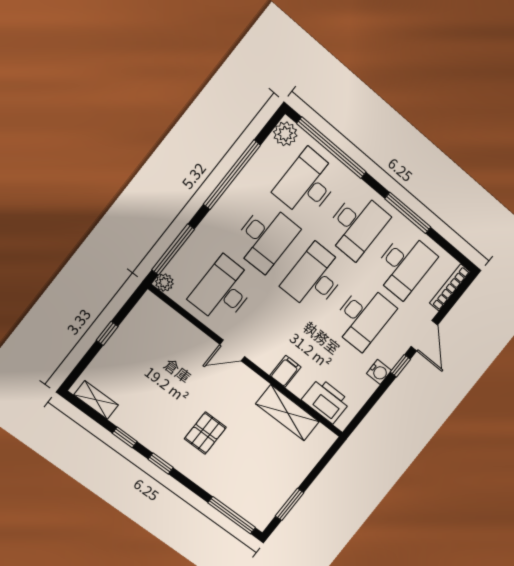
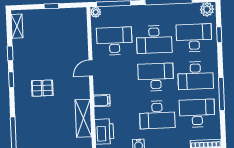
window: (332, 148) -> (219, 35), width x0.32
desk: (404, 265) -> (197, 113), turned 180
door: (232, 350) -> (91, 68), hinge flipped

